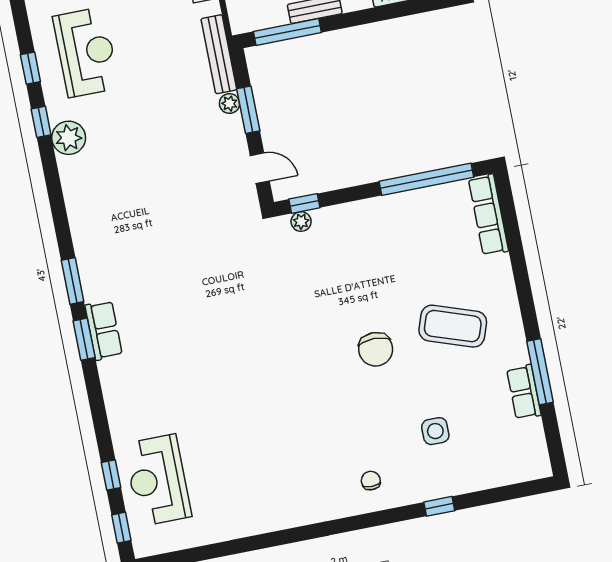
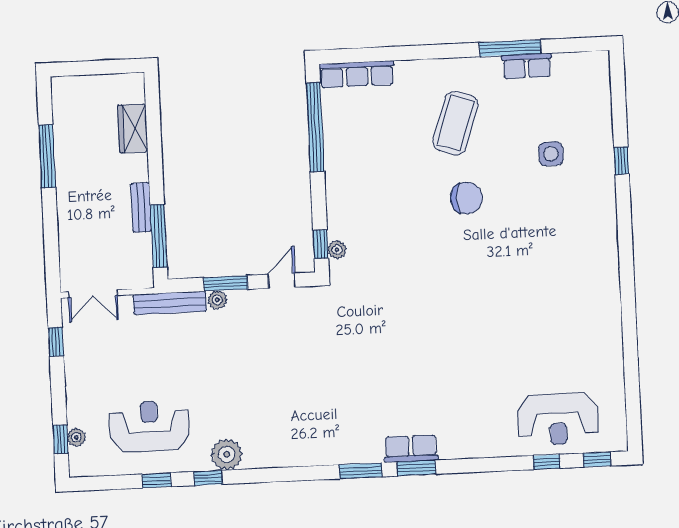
chair: (371, 481) -> (588, 221), removed

